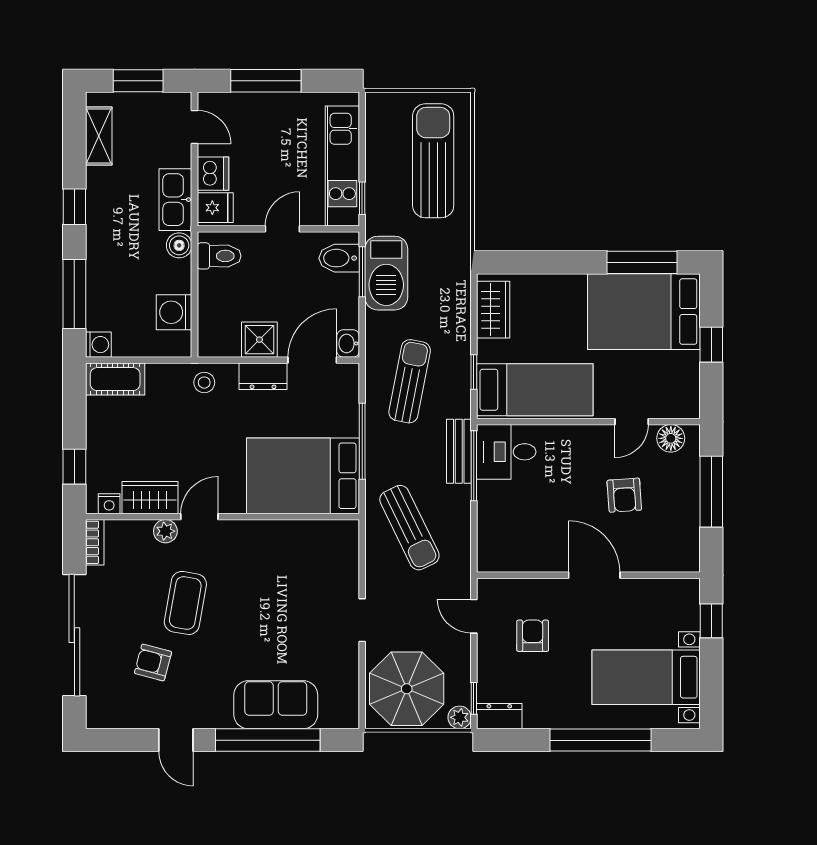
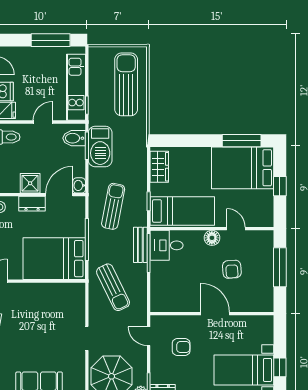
window: (266, 81) -> (51, 40), moved
door: (632, 422) -> (236, 229), swing flipped
floor lamp: (671, 438) -> (212, 238), moved
window: (711, 621) -> (280, 367), moved
armchair: (533, 636) -> (181, 347), turned 90

